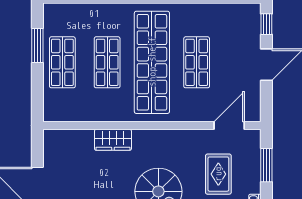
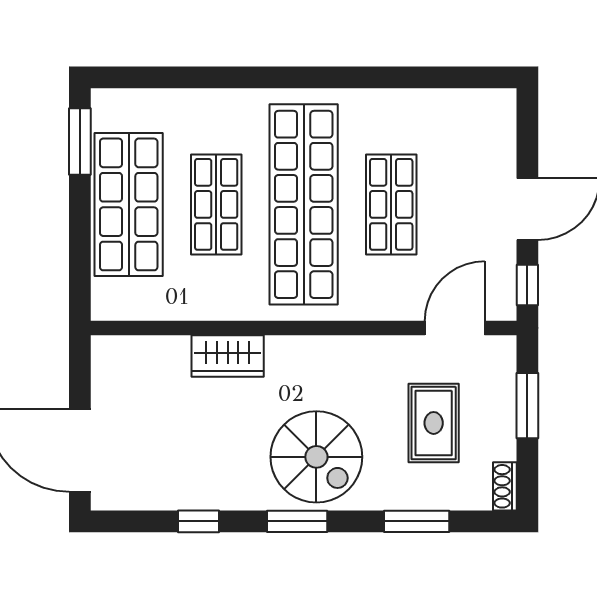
window: (266, 24) -> (527, 285), moved
window: (37, 46) -> (80, 141), moved
shop shelf: (62, 62) -> (129, 204), width x1.43, depth x1.36

